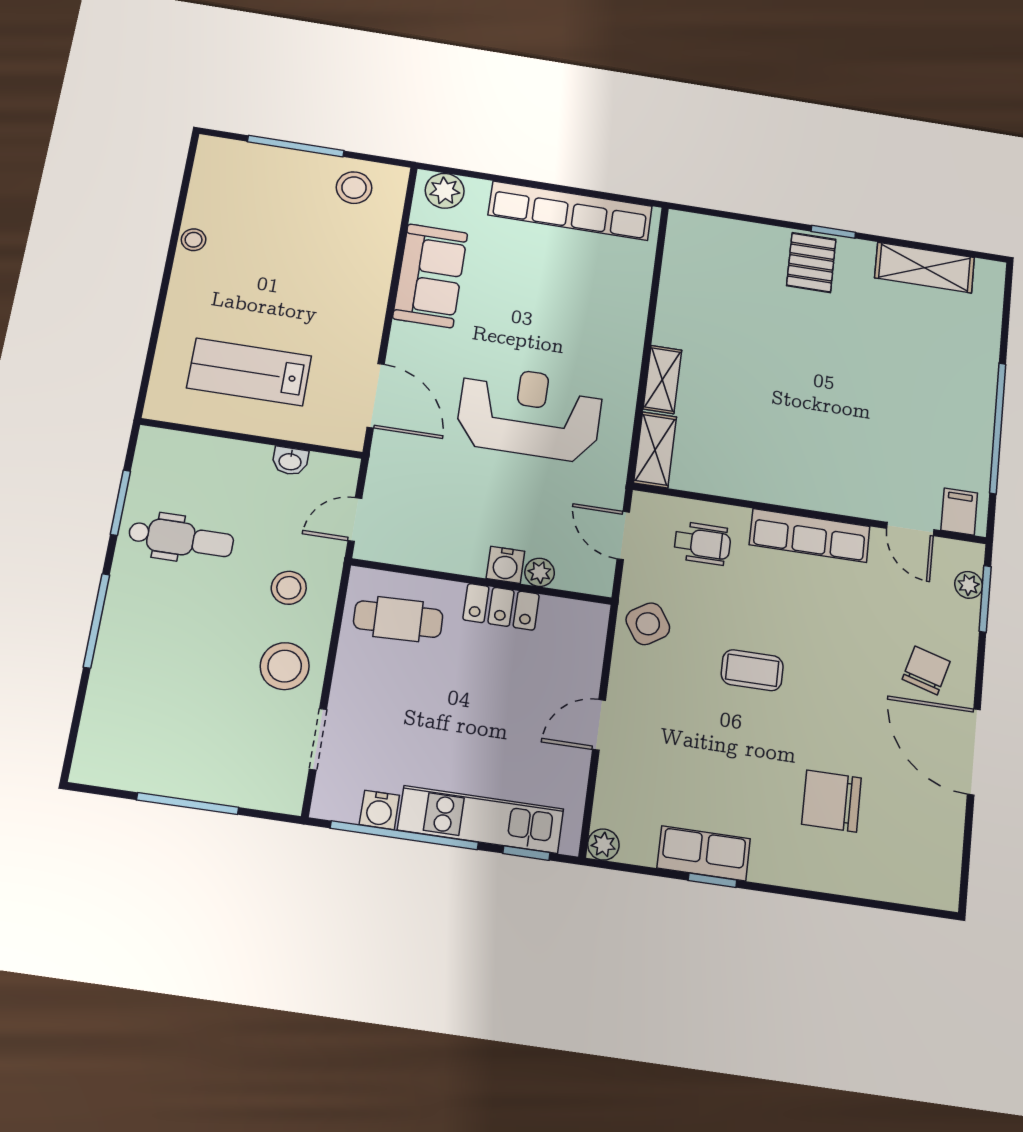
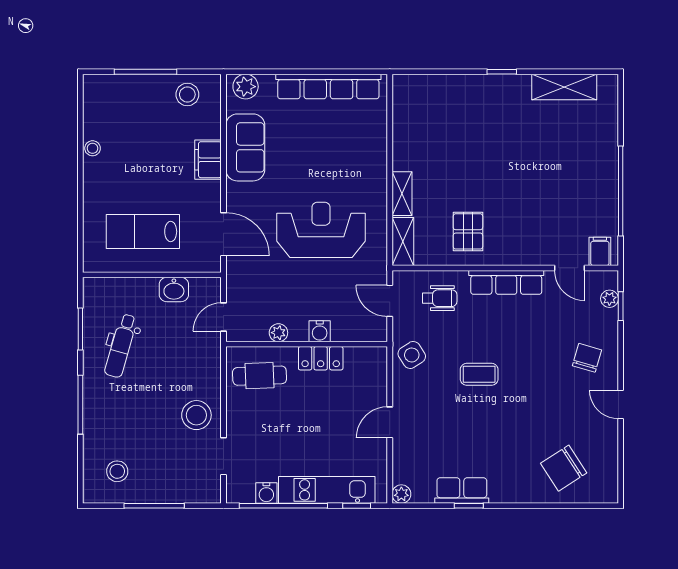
pallet: (811, 262) -> (468, 231), moved
filing cabinet: (370, 284) -> (208, 160), added
washbasin: (290, 461) -> (174, 289), width x1.38, depth x1.45
dental chair: (181, 539) -> (121, 346), turned 106
plant: (540, 572) -> (278, 333), moved
stool: (289, 588) -> (117, 471), moved
window: (985, 599) -> (621, 306), width x0.67
door: (974, 752) -> (621, 405), width x0.53
chair: (832, 801) -> (564, 468), moved, turned -33

